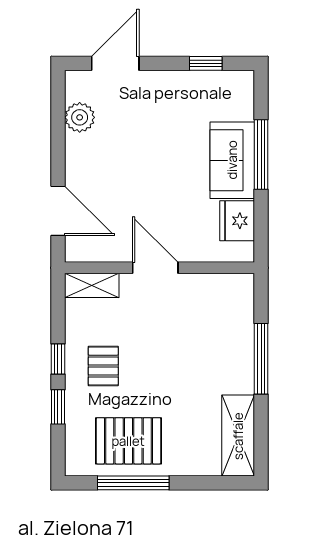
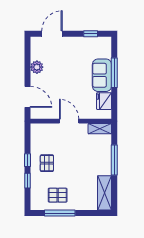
plant: (80, 117) -> (37, 67), moved
shelving: (92, 285) -> (100, 129), moved
pallet: (128, 441) -> (58, 195), width x0.67, depth x0.71

